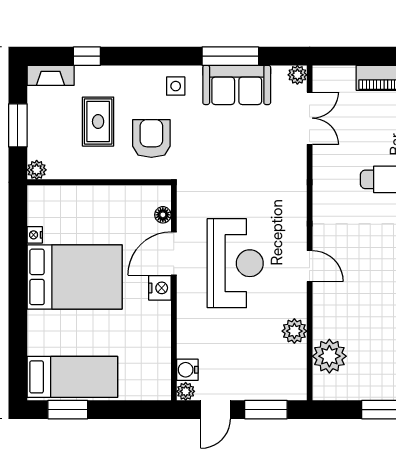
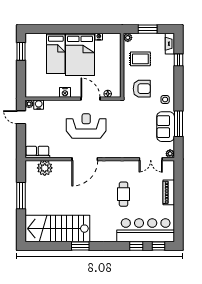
rug: (98, 122) -> (140, 59), moved
reception desk: (235, 263) -> (86, 126), turned 180
door: (310, 266) -> (85, 159), width x1.88
nightstand: (160, 288) -> (65, 92), moved
plant: (294, 331) -> (56, 152), removed
row of seats: (294, 373) -> (37, 152), added
bed: (72, 377) -> (56, 53), moved
window: (266, 410) -> (21, 140), removed

